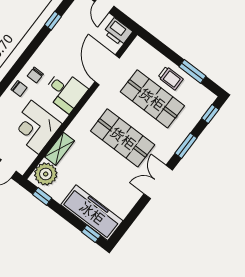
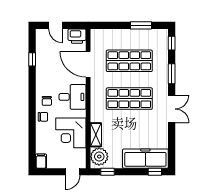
trolley: (171, 78) -> (131, 40), removed
double door: (158, 182) -> (172, 109), swing flipped

